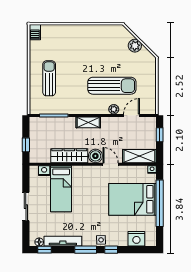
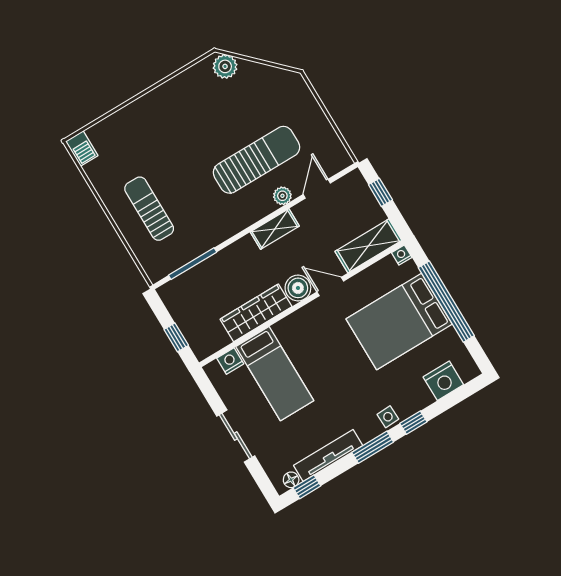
plant: (135, 46) -> (225, 66), moved
shelving: (88, 122) -> (275, 229), moved

